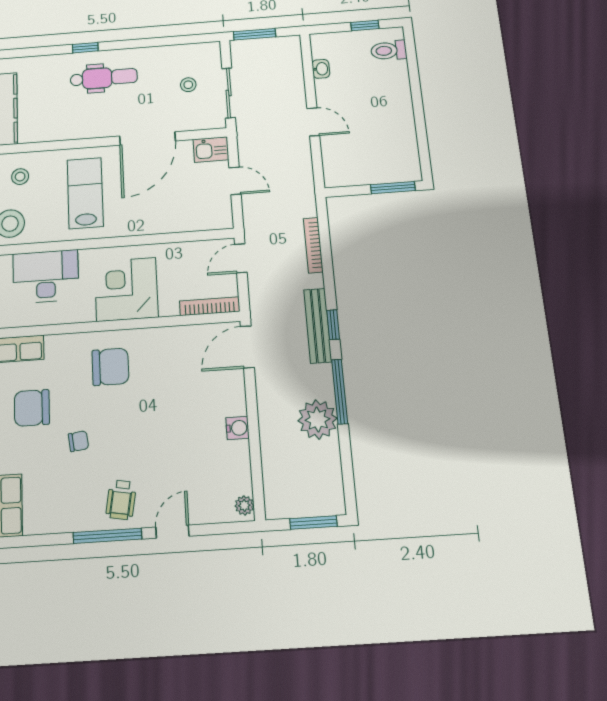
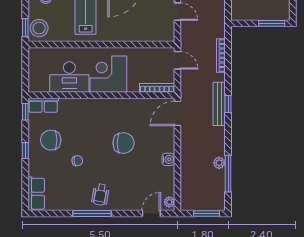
door: (241, 258) -> (177, 60), swing flipped
desk: (46, 276) -> (69, 77), moved, turned 180
chair: (110, 367) -> (123, 143), moved
window: (340, 392) -> (228, 174), moved
plant: (317, 419) -> (219, 163), width x0.53, depth x0.53
door: (172, 532) -> (151, 213), moved

